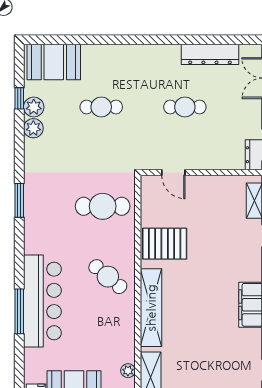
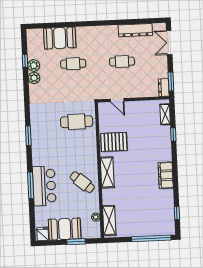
booth: (54, 62) -> (60, 38), moved
window: (19, 200) -> (28, 136), moved
cafe table: (108, 277) -> (82, 182), moved
bar counter: (42, 301) -> (44, 186), width x0.73
shelving: (151, 308) -> (107, 172), width x0.68

